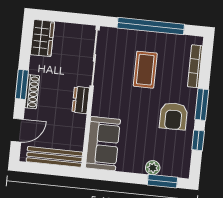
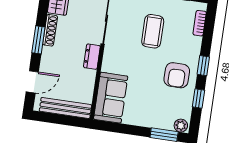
bookcase: (195, 66) -> (200, 23), width x0.64
shoe rack: (32, 92) -> (50, 30), moved
window: (202, 105) -> (203, 66), width x0.67
plant: (153, 168) -> (181, 126), moved

